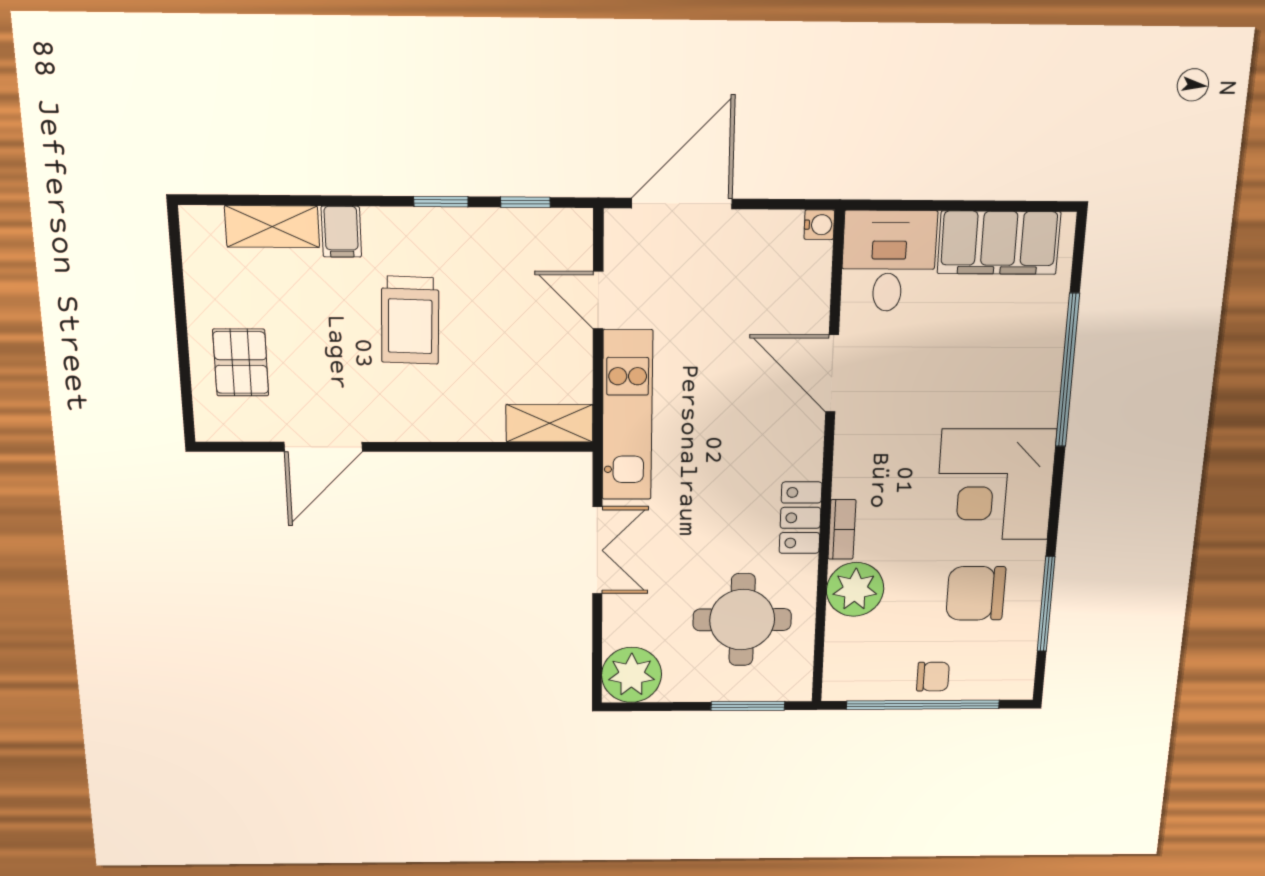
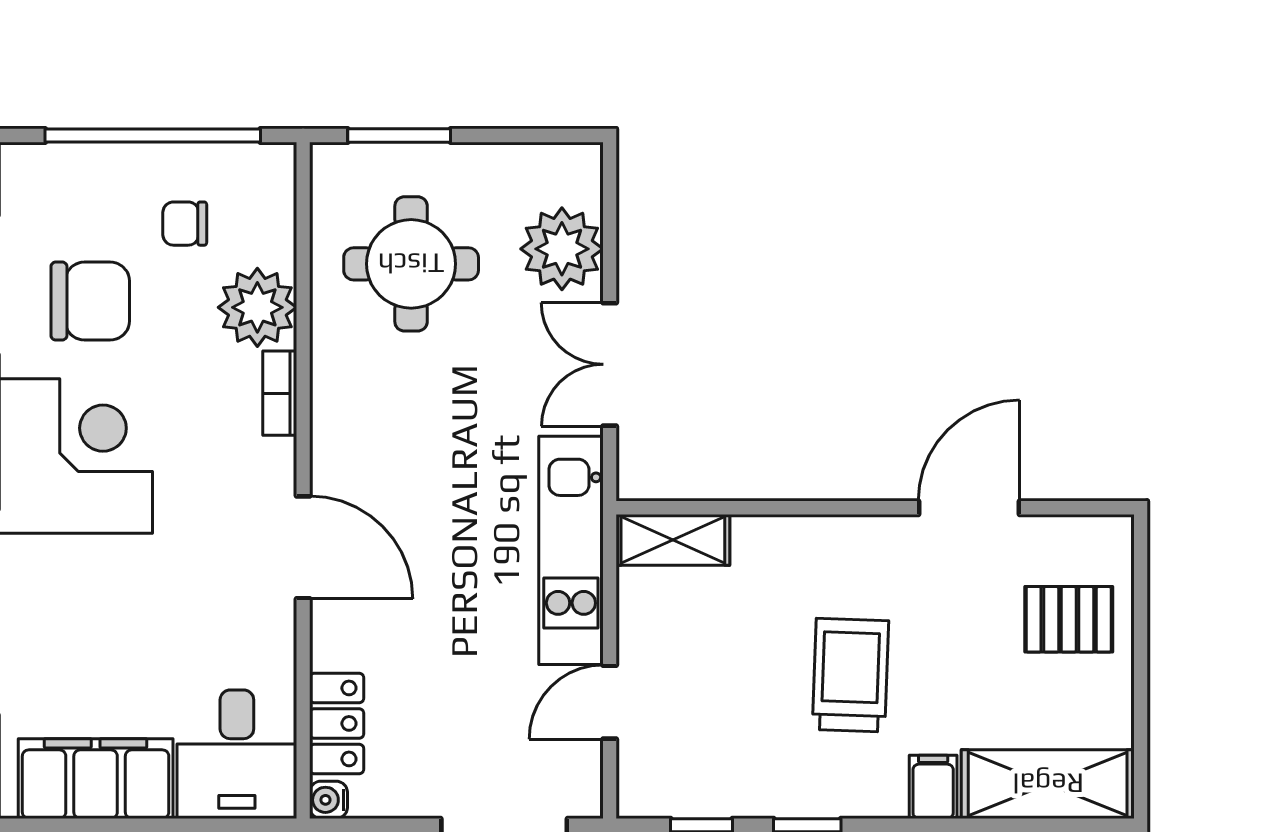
shelving: (272, 227) -> (1048, 784), width x1.50, depth x1.33
door: (598, 300) -> (610, 702), swing flipped
pallet: (241, 363) -> (1069, 619), turned 90
door: (832, 374) -> (303, 547), moved
locker: (800, 518) -> (337, 723), moved
plant: (632, 675) -> (562, 249), moved
chair: (933, 677) -> (185, 224), moved

